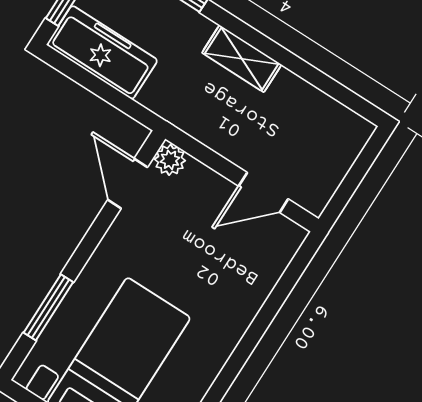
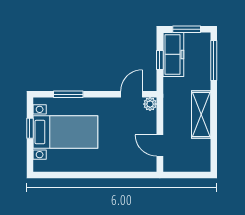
shelving: (242, 59) -> (201, 115), width x1.50, depth x1.33
window: (96, 85) -> (160, 60), added

